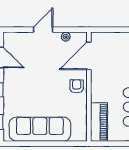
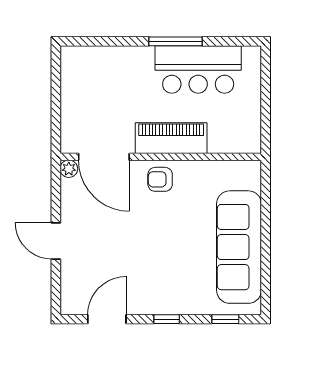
plant: (66, 37) -> (69, 169), moved
piano: (99, 122) -> (171, 138), moved

